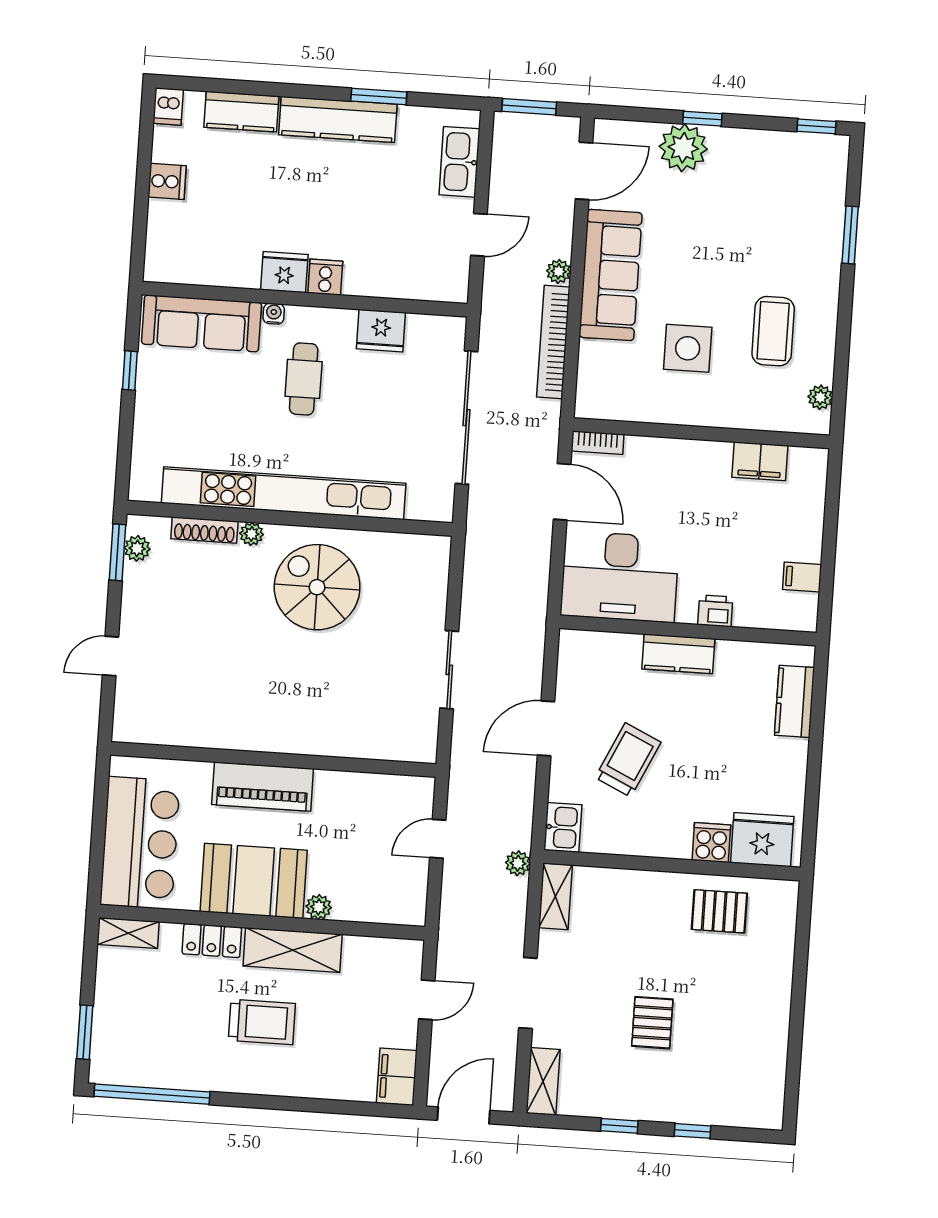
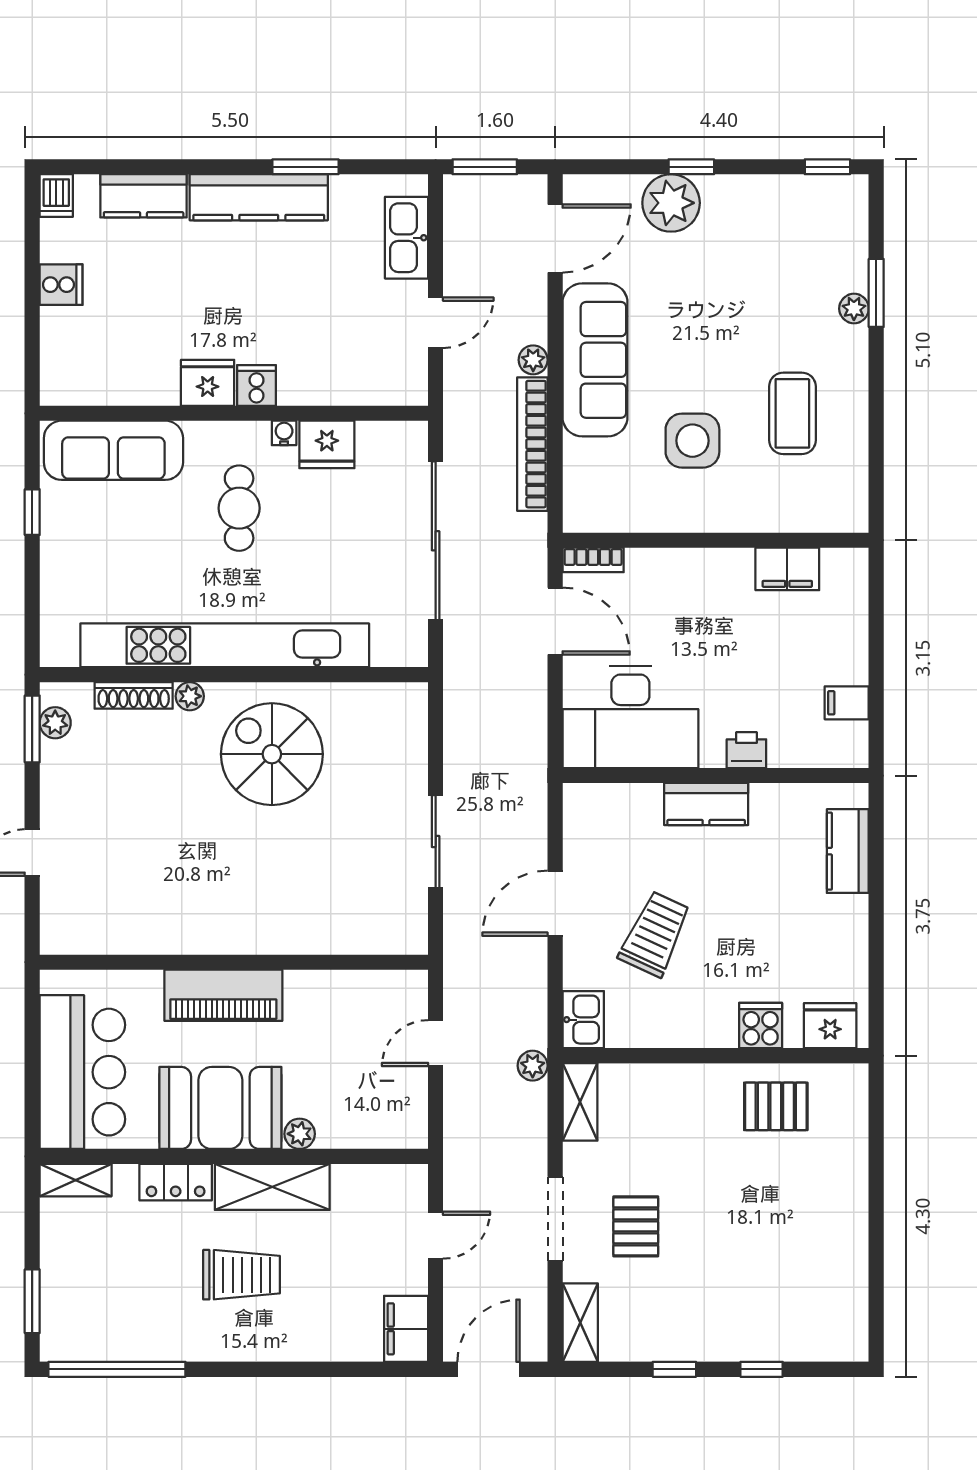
water cooler: (274, 314) -> (284, 433), moved
plant: (820, 397) -> (854, 309), moved
fridge: (762, 840) -> (830, 1026), width x0.73, depth x0.75
pallet: (652, 1023) -> (636, 1226), moved

